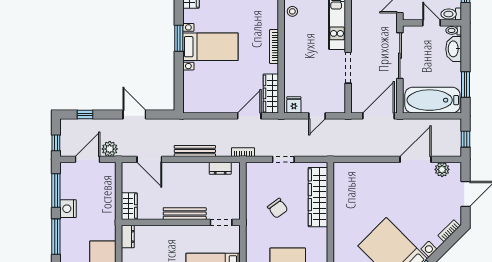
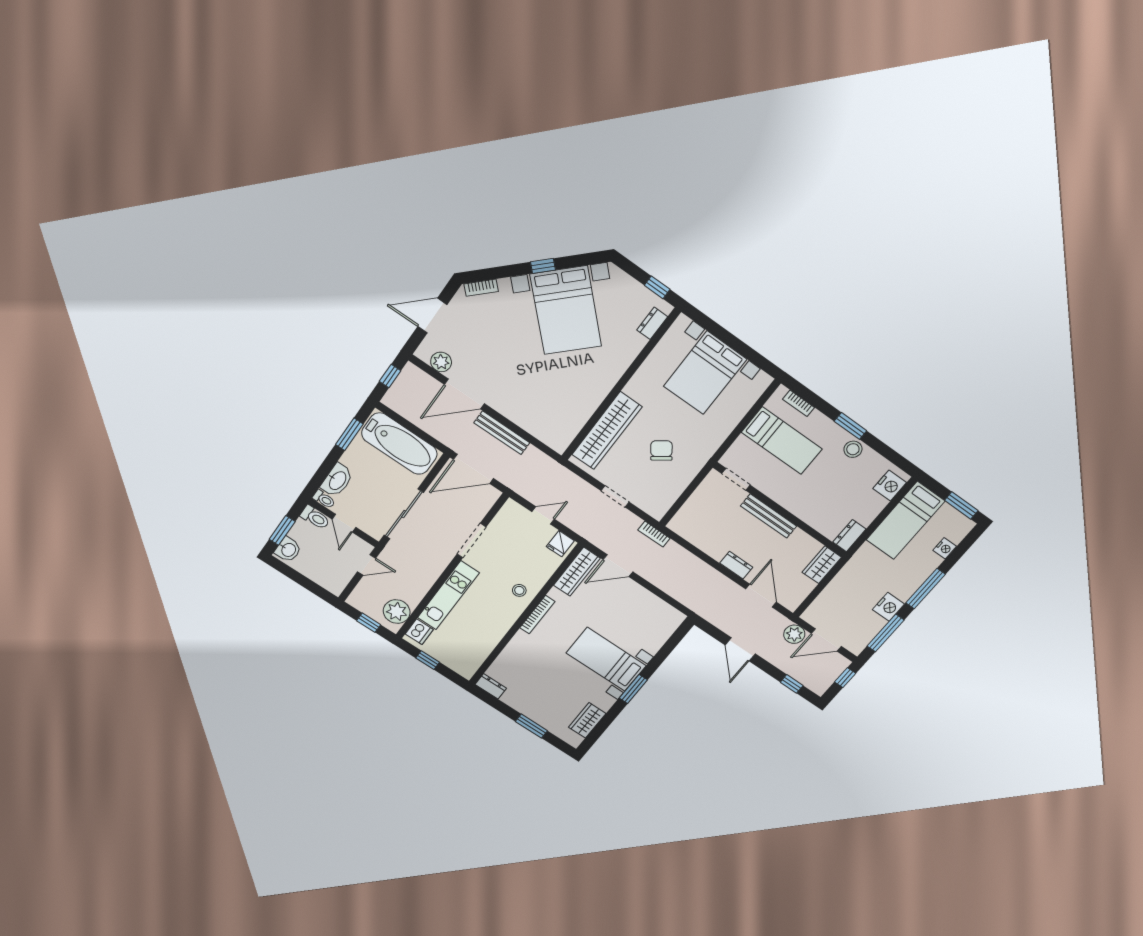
stool: (292, 11) -> (519, 590), moved
bench: (195, 151) -> (502, 433), moved
dresser: (220, 168) -> (736, 565), moved

